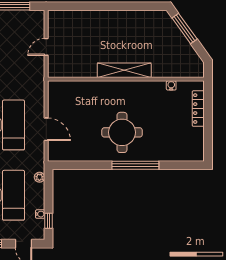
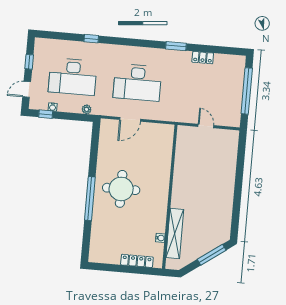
shelving: (124, 70) -> (175, 234), moved

